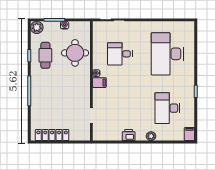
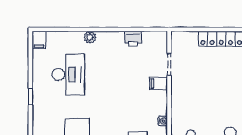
filing cabinet: (99, 83) -> (158, 83), moved
printer: (129, 135) -> (133, 39), moved

